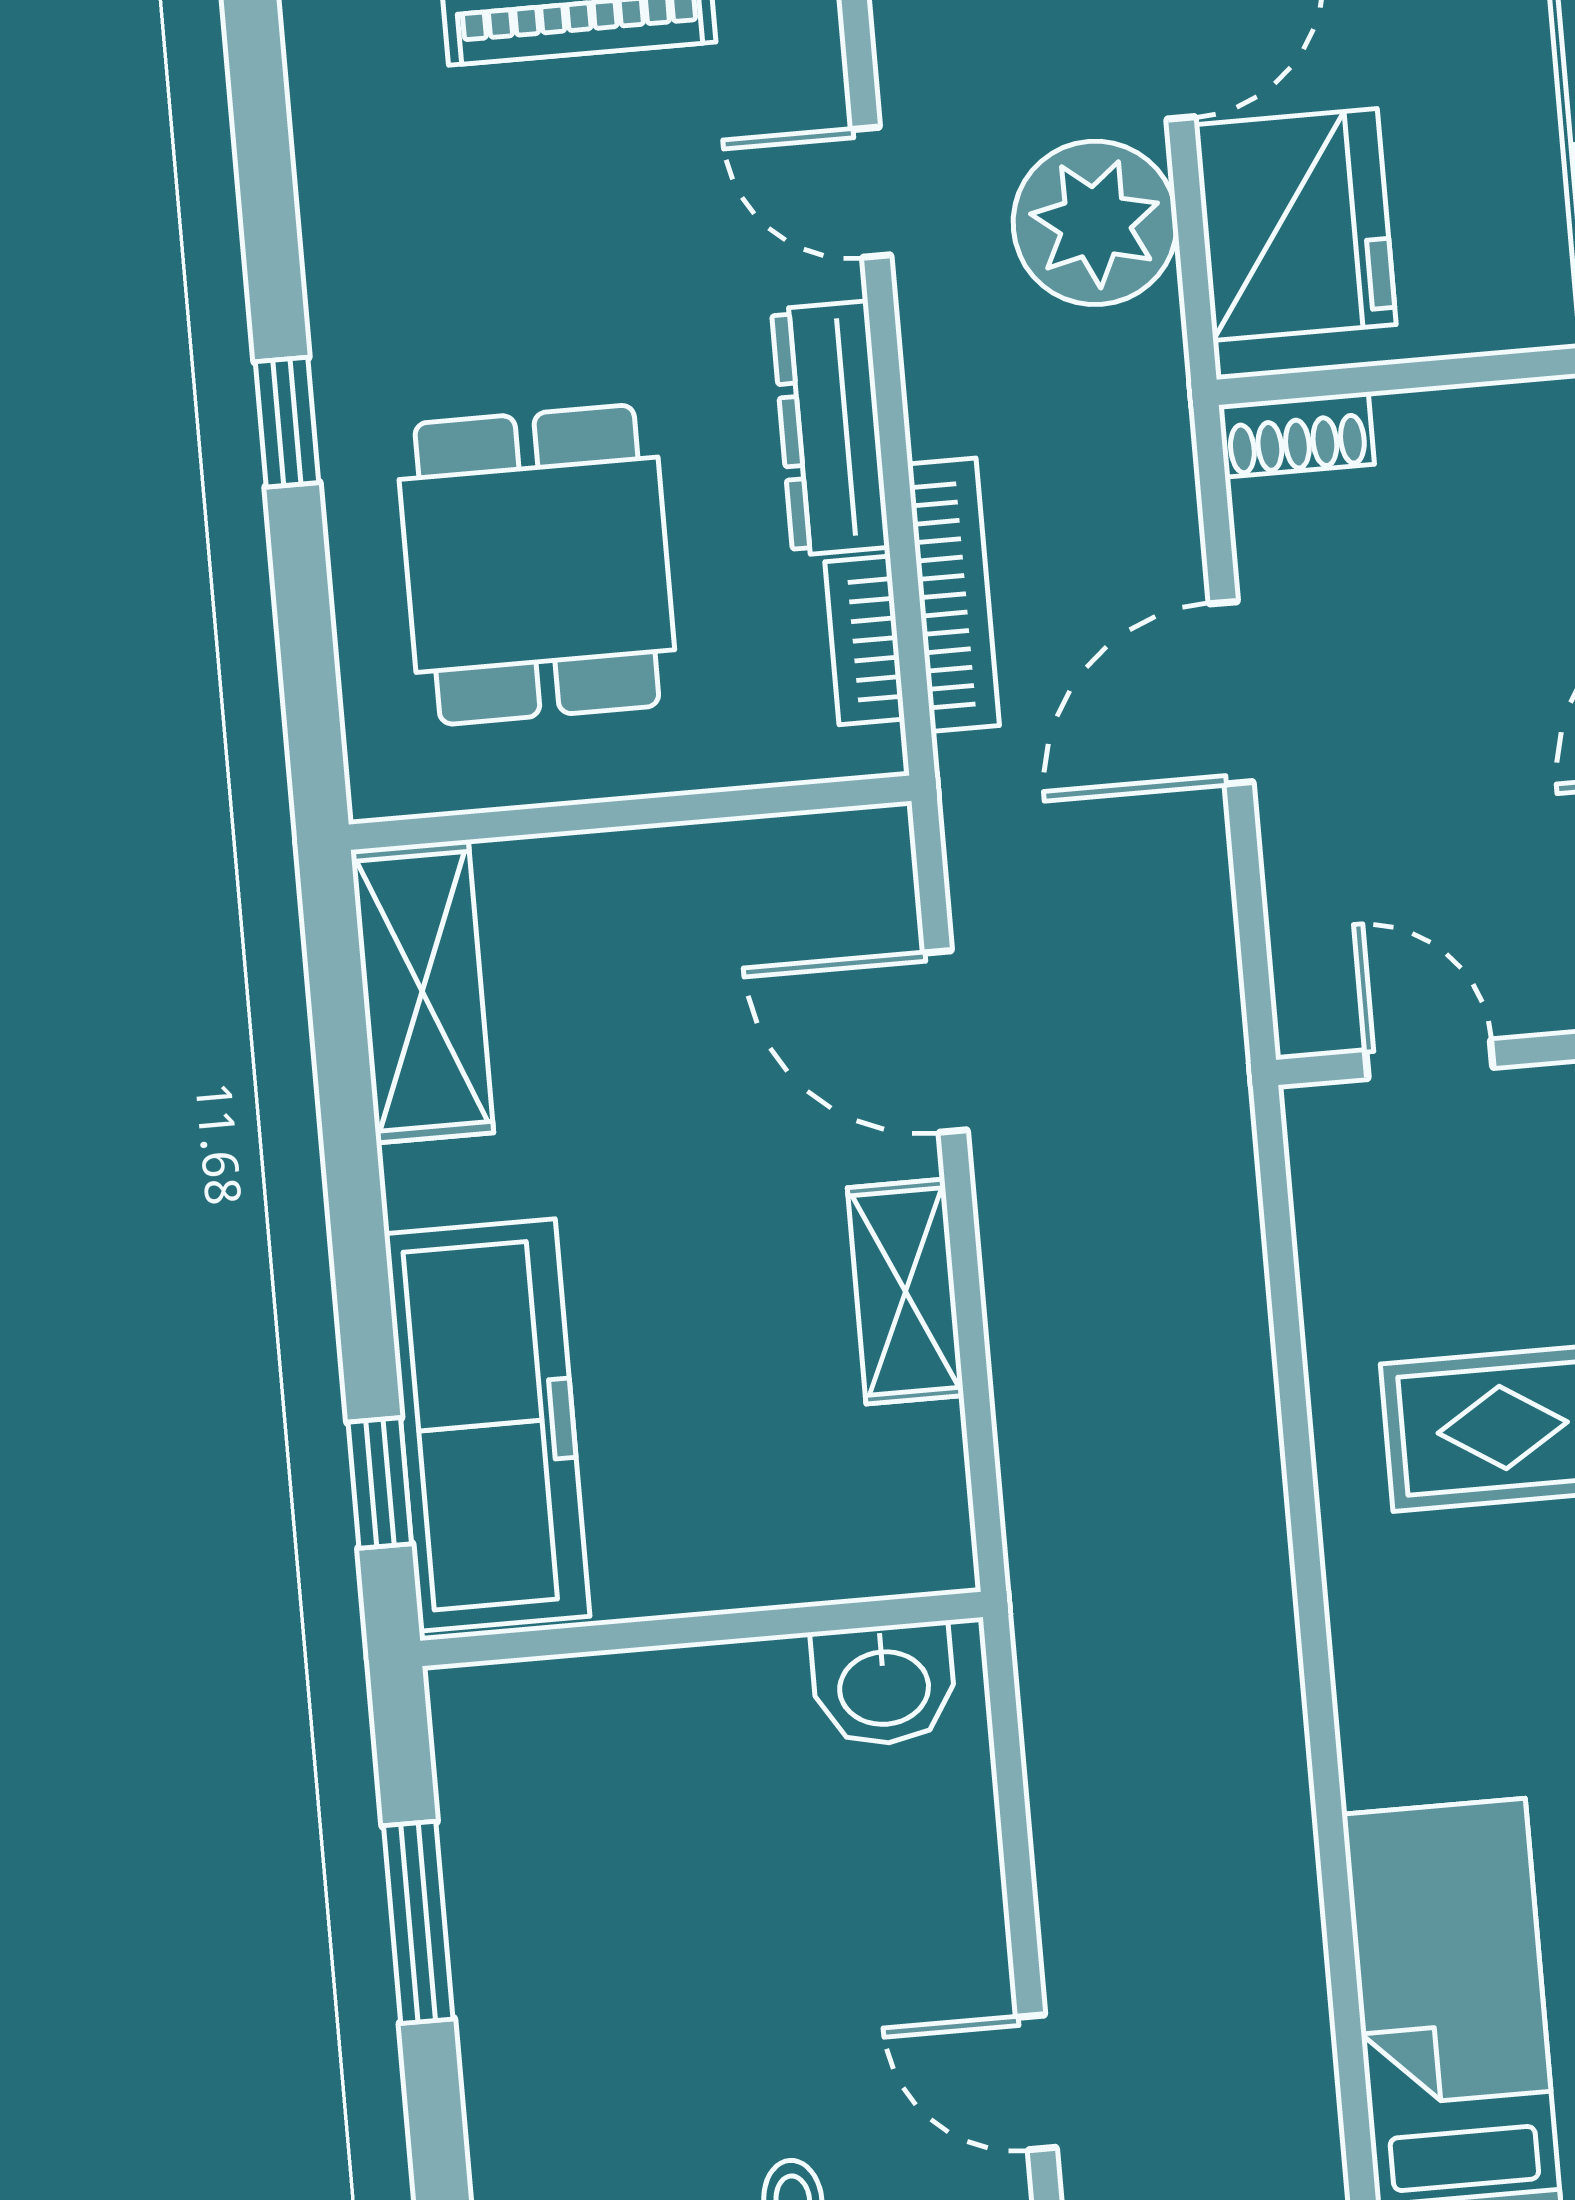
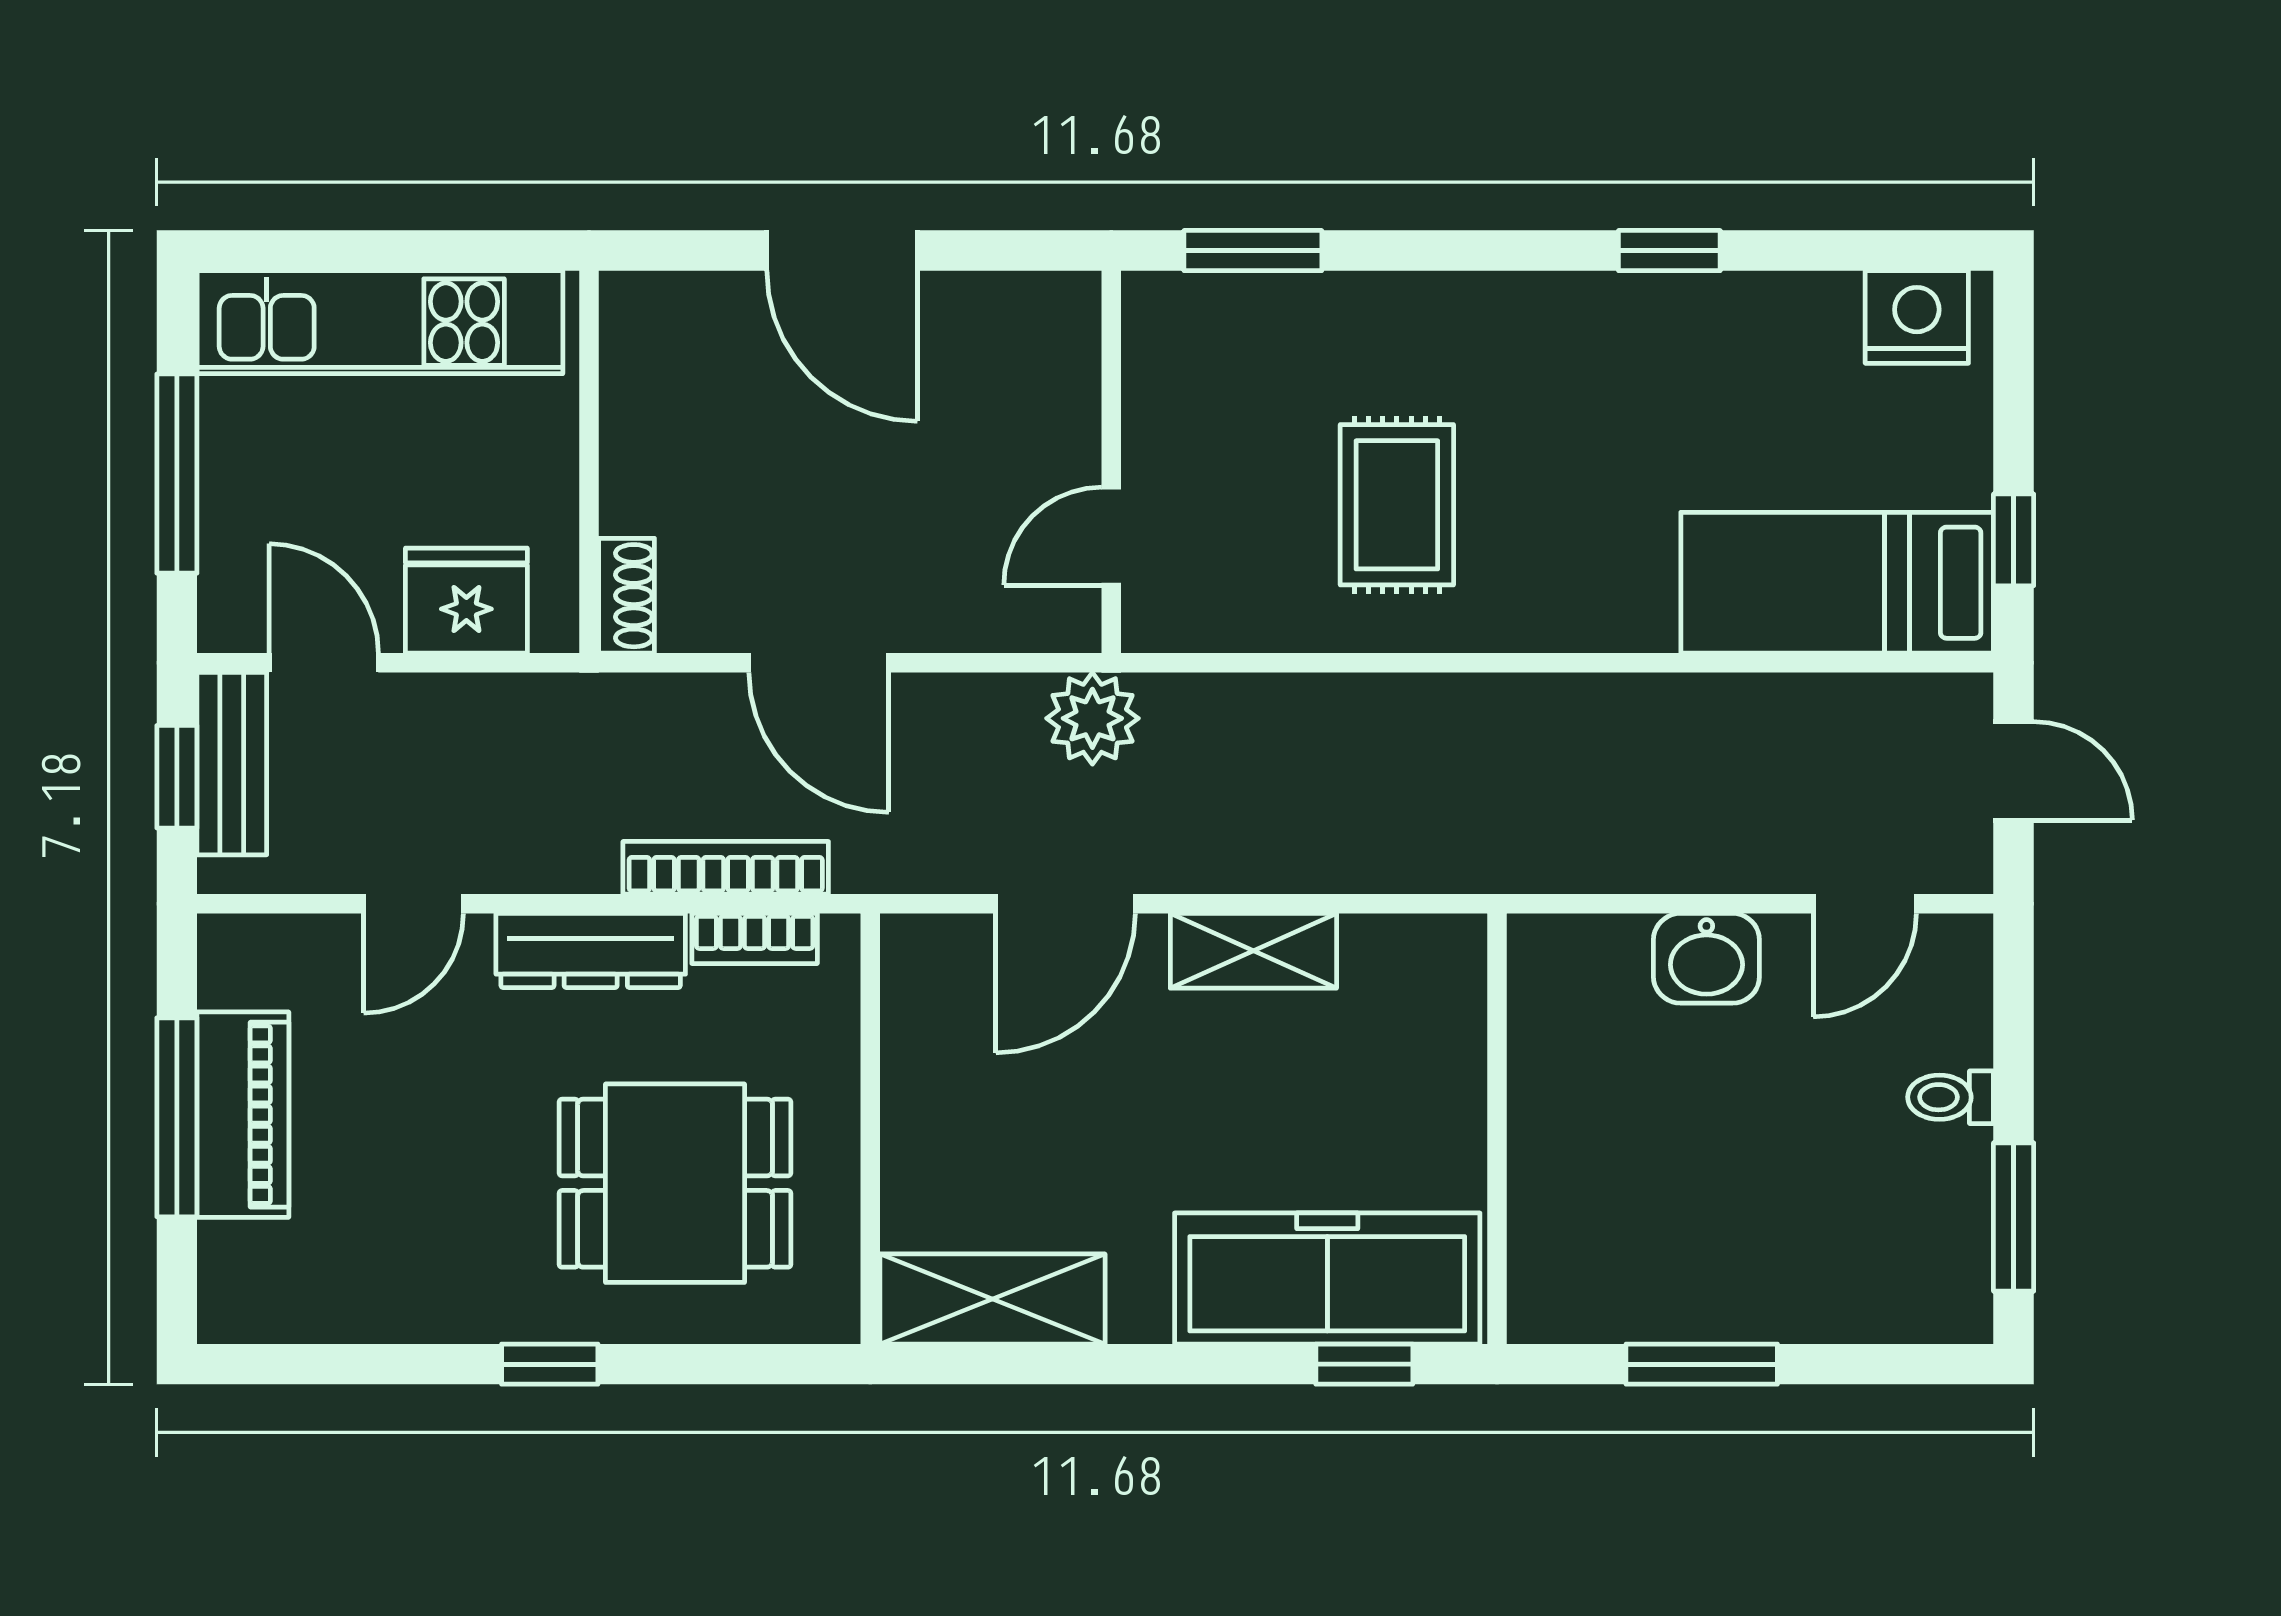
plant: (1095, 223) -> (1092, 718), moved, width x0.73, depth x0.73
fridge: (1295, 225) -> (466, 601), width x0.73, depth x0.75
washbasin: (884, 1685) -> (1706, 958), moved, turned 90

